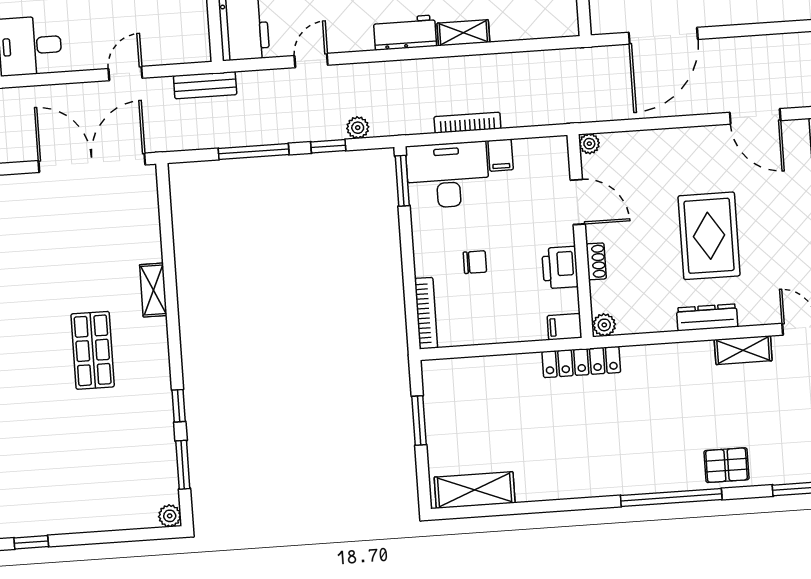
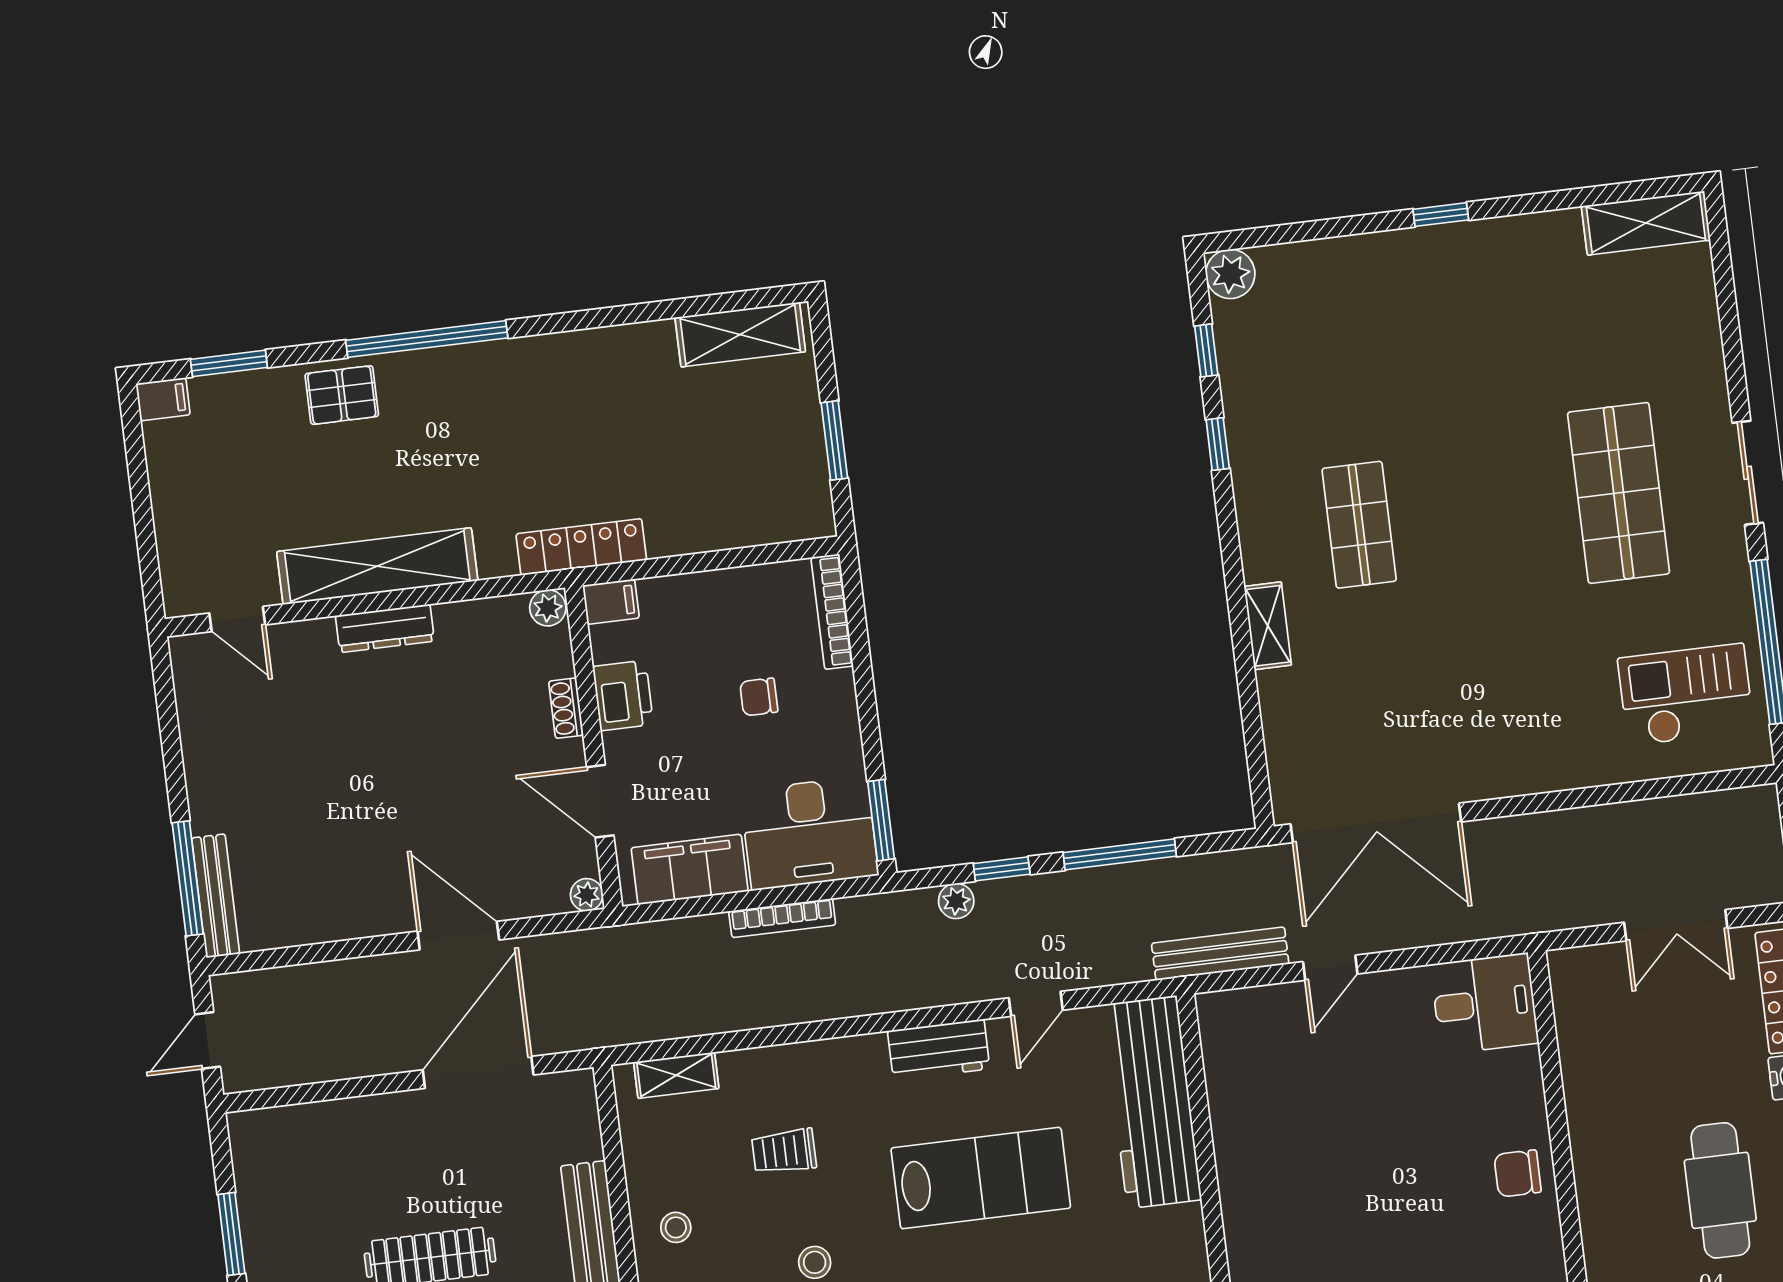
workbench: (405, 33) -> (939, 1050), moved
shelving: (463, 33) -> (676, 1075), moved
bench: (205, 85) -> (1220, 954), width x1.36
door: (755, 116) -> (458, 936), moved
filing cabinet: (501, 155) -> (690, 869), width x3.00, depth x1.17
rug: (709, 236) -> (389, 758), removed
shelving: (743, 350) -> (377, 566), width x2.20, depth x1.33
window: (183, 465) -> (1206, 350), width x0.67
plant: (170, 516) -> (1230, 274), width x1.38, depth x1.38

